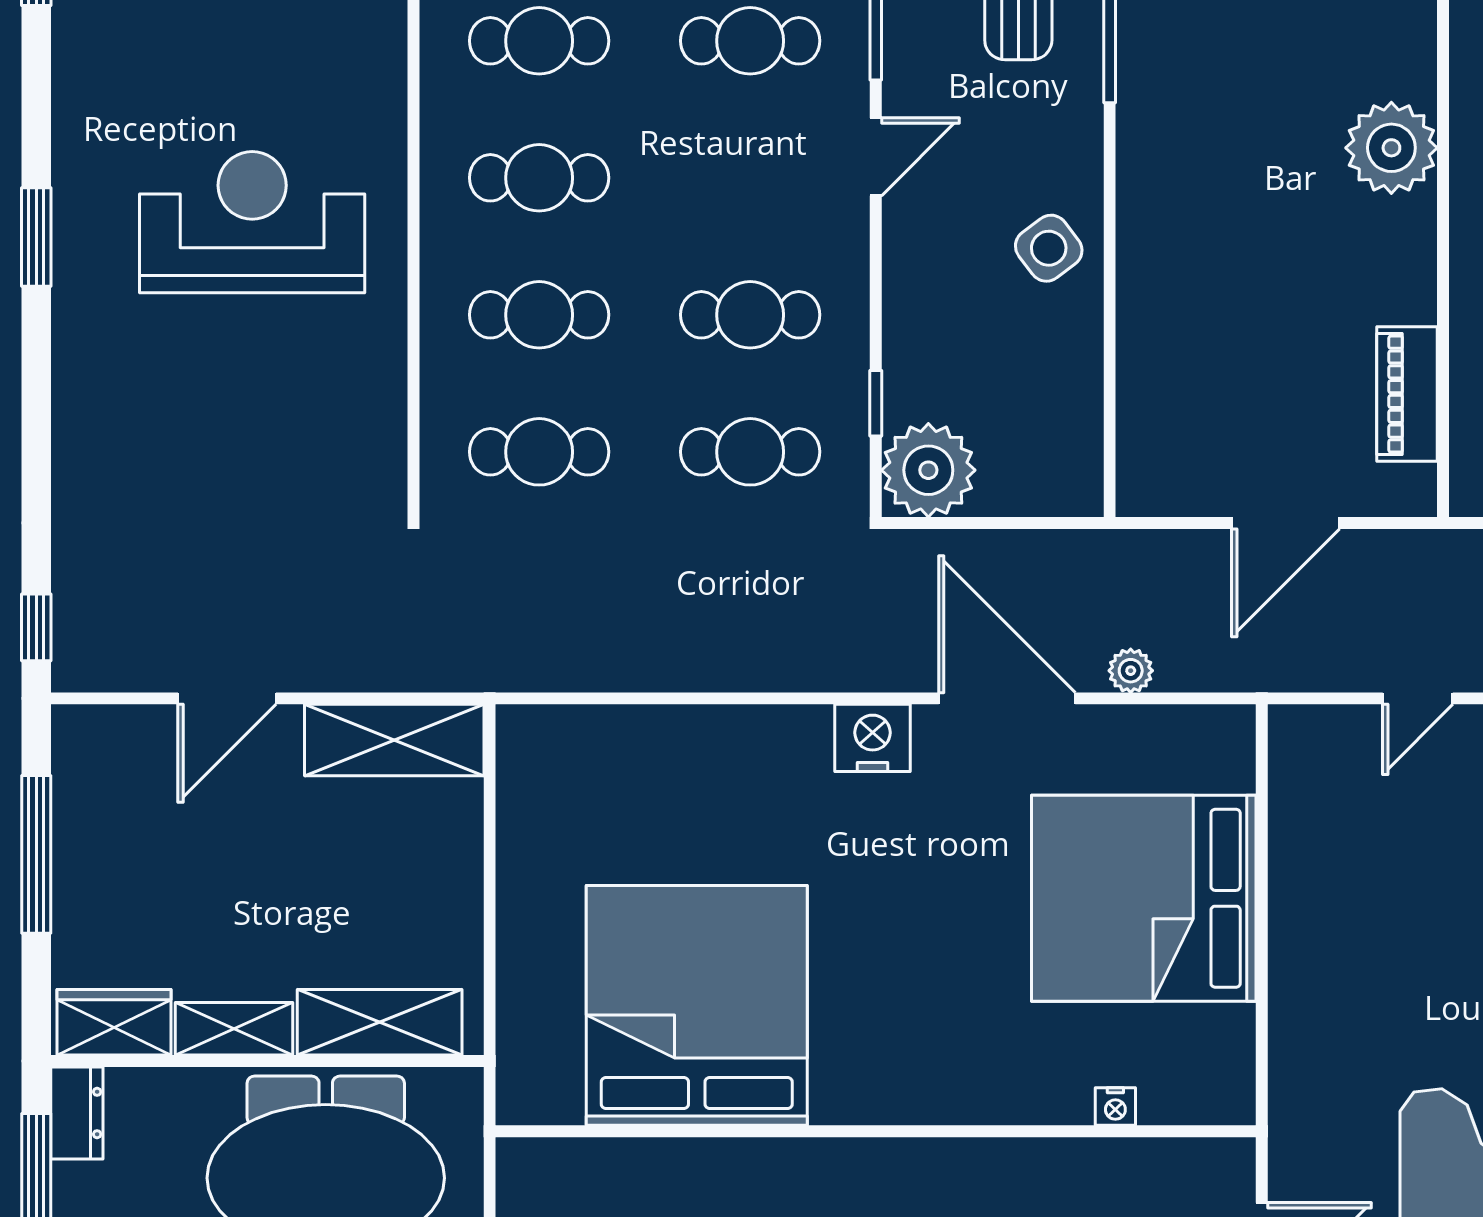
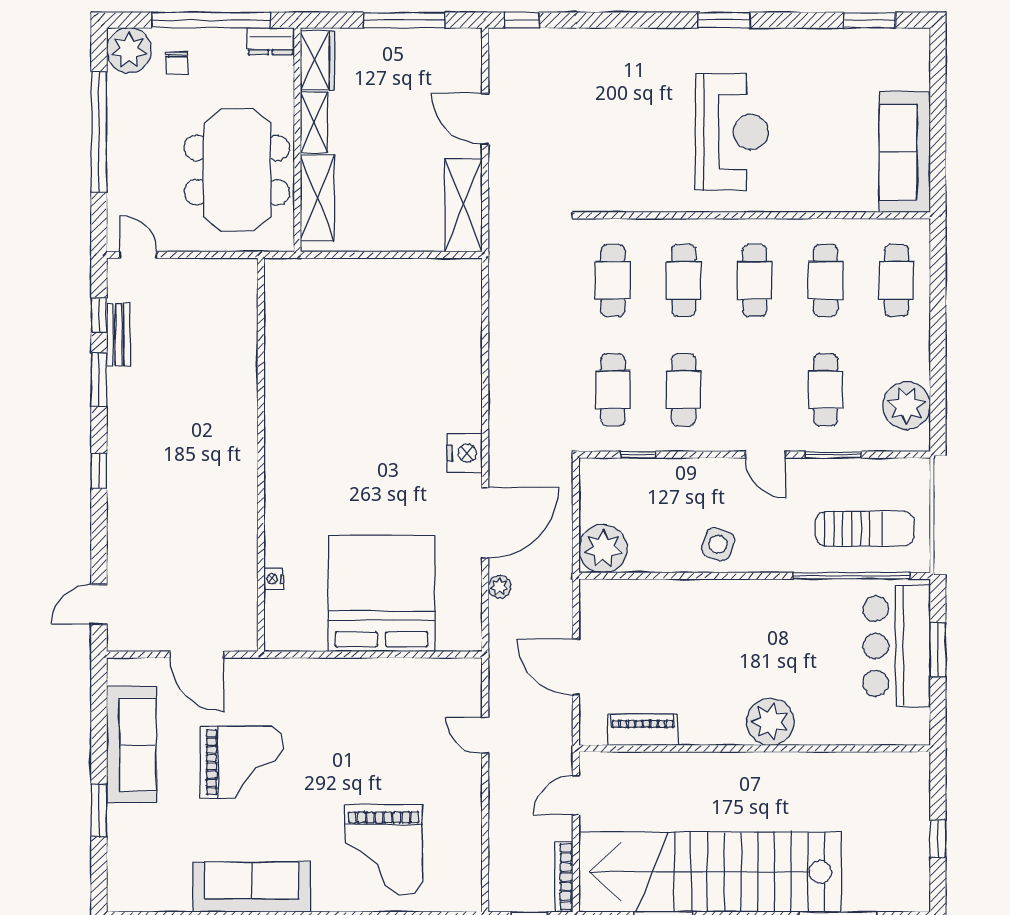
side table: (1049, 248) -> (718, 544), turned -32
plant: (928, 470) -> (603, 549), moved
bed: (697, 1005) -> (326, 362), removed

